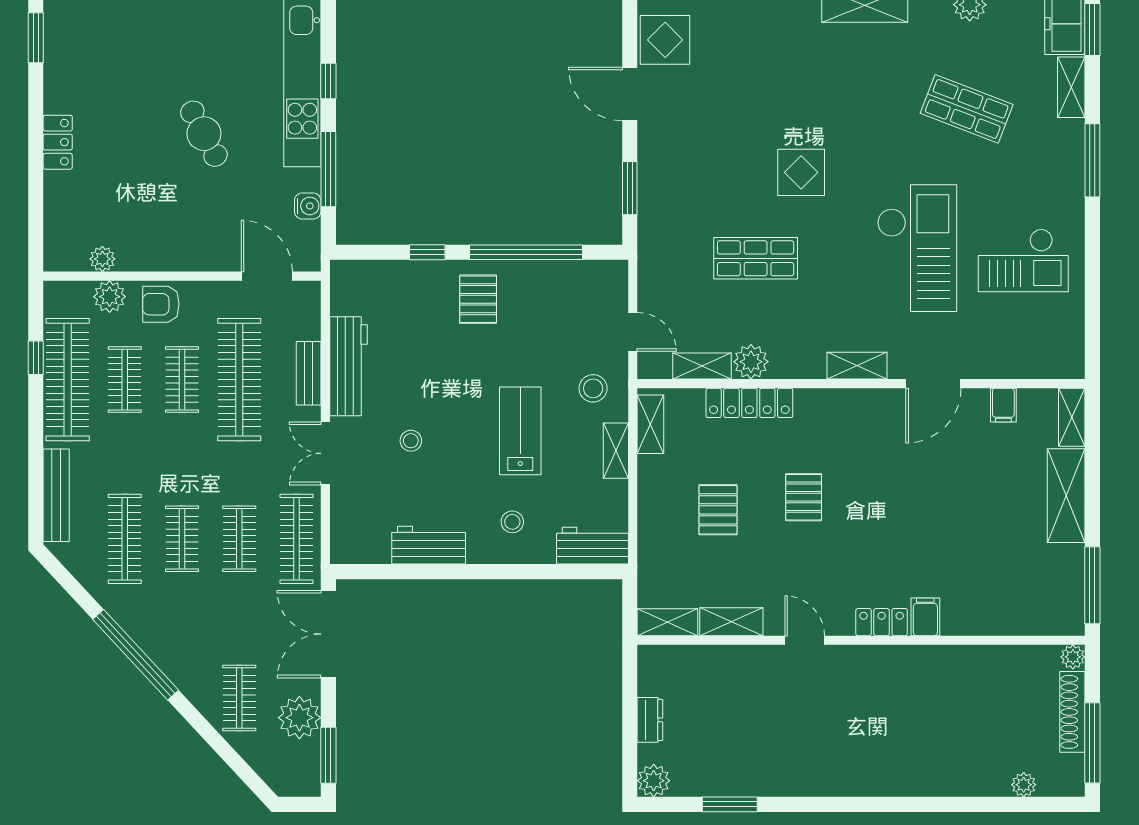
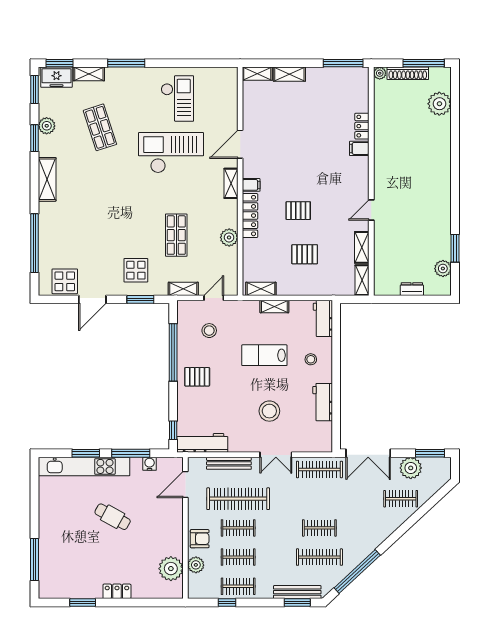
window: (36, 38) -> (83, 603), moved
window: (328, 81) -> (86, 453), width x1.50
shop shelf: (967, 109) -> (100, 127), turned -39
cafe table: (204, 134) -> (113, 517), turned 57
display table: (801, 172) -> (136, 270), moved
window: (427, 252) -> (173, 430), moved
plant: (102, 259) -> (171, 569), width x1.88, depth x1.88
armchair: (161, 304) -> (200, 539), turned -90
workbench: (348, 366) -> (202, 443), moved
shelving: (702, 366) -> (183, 289), moved, turned 90
bench: (309, 373) -> (229, 463), width x1.36
clothes rail: (68, 380) -> (238, 586), width x0.54, depth x0.76
door: (933, 384) -> (240, 144), swing flipped
stool: (593, 388) -> (209, 331), moved
locker: (749, 403) -> (250, 216), moved
filing cabinet: (1003, 405) -> (251, 185), moved
stool: (411, 441) -> (269, 411), width x1.89, depth x1.89
window: (36, 495) -> (297, 603), added
shelving: (1066, 496) -> (289, 74), width x0.67, depth x0.75
clothes rail: (239, 539) -> (319, 499), removed
locker: (882, 622) -> (362, 126), moved
window: (136, 655) -> (357, 571), moved
plant: (654, 781) -> (443, 269), moved
plant: (1024, 785) -> (439, 104), width x1.88, depth x1.88

